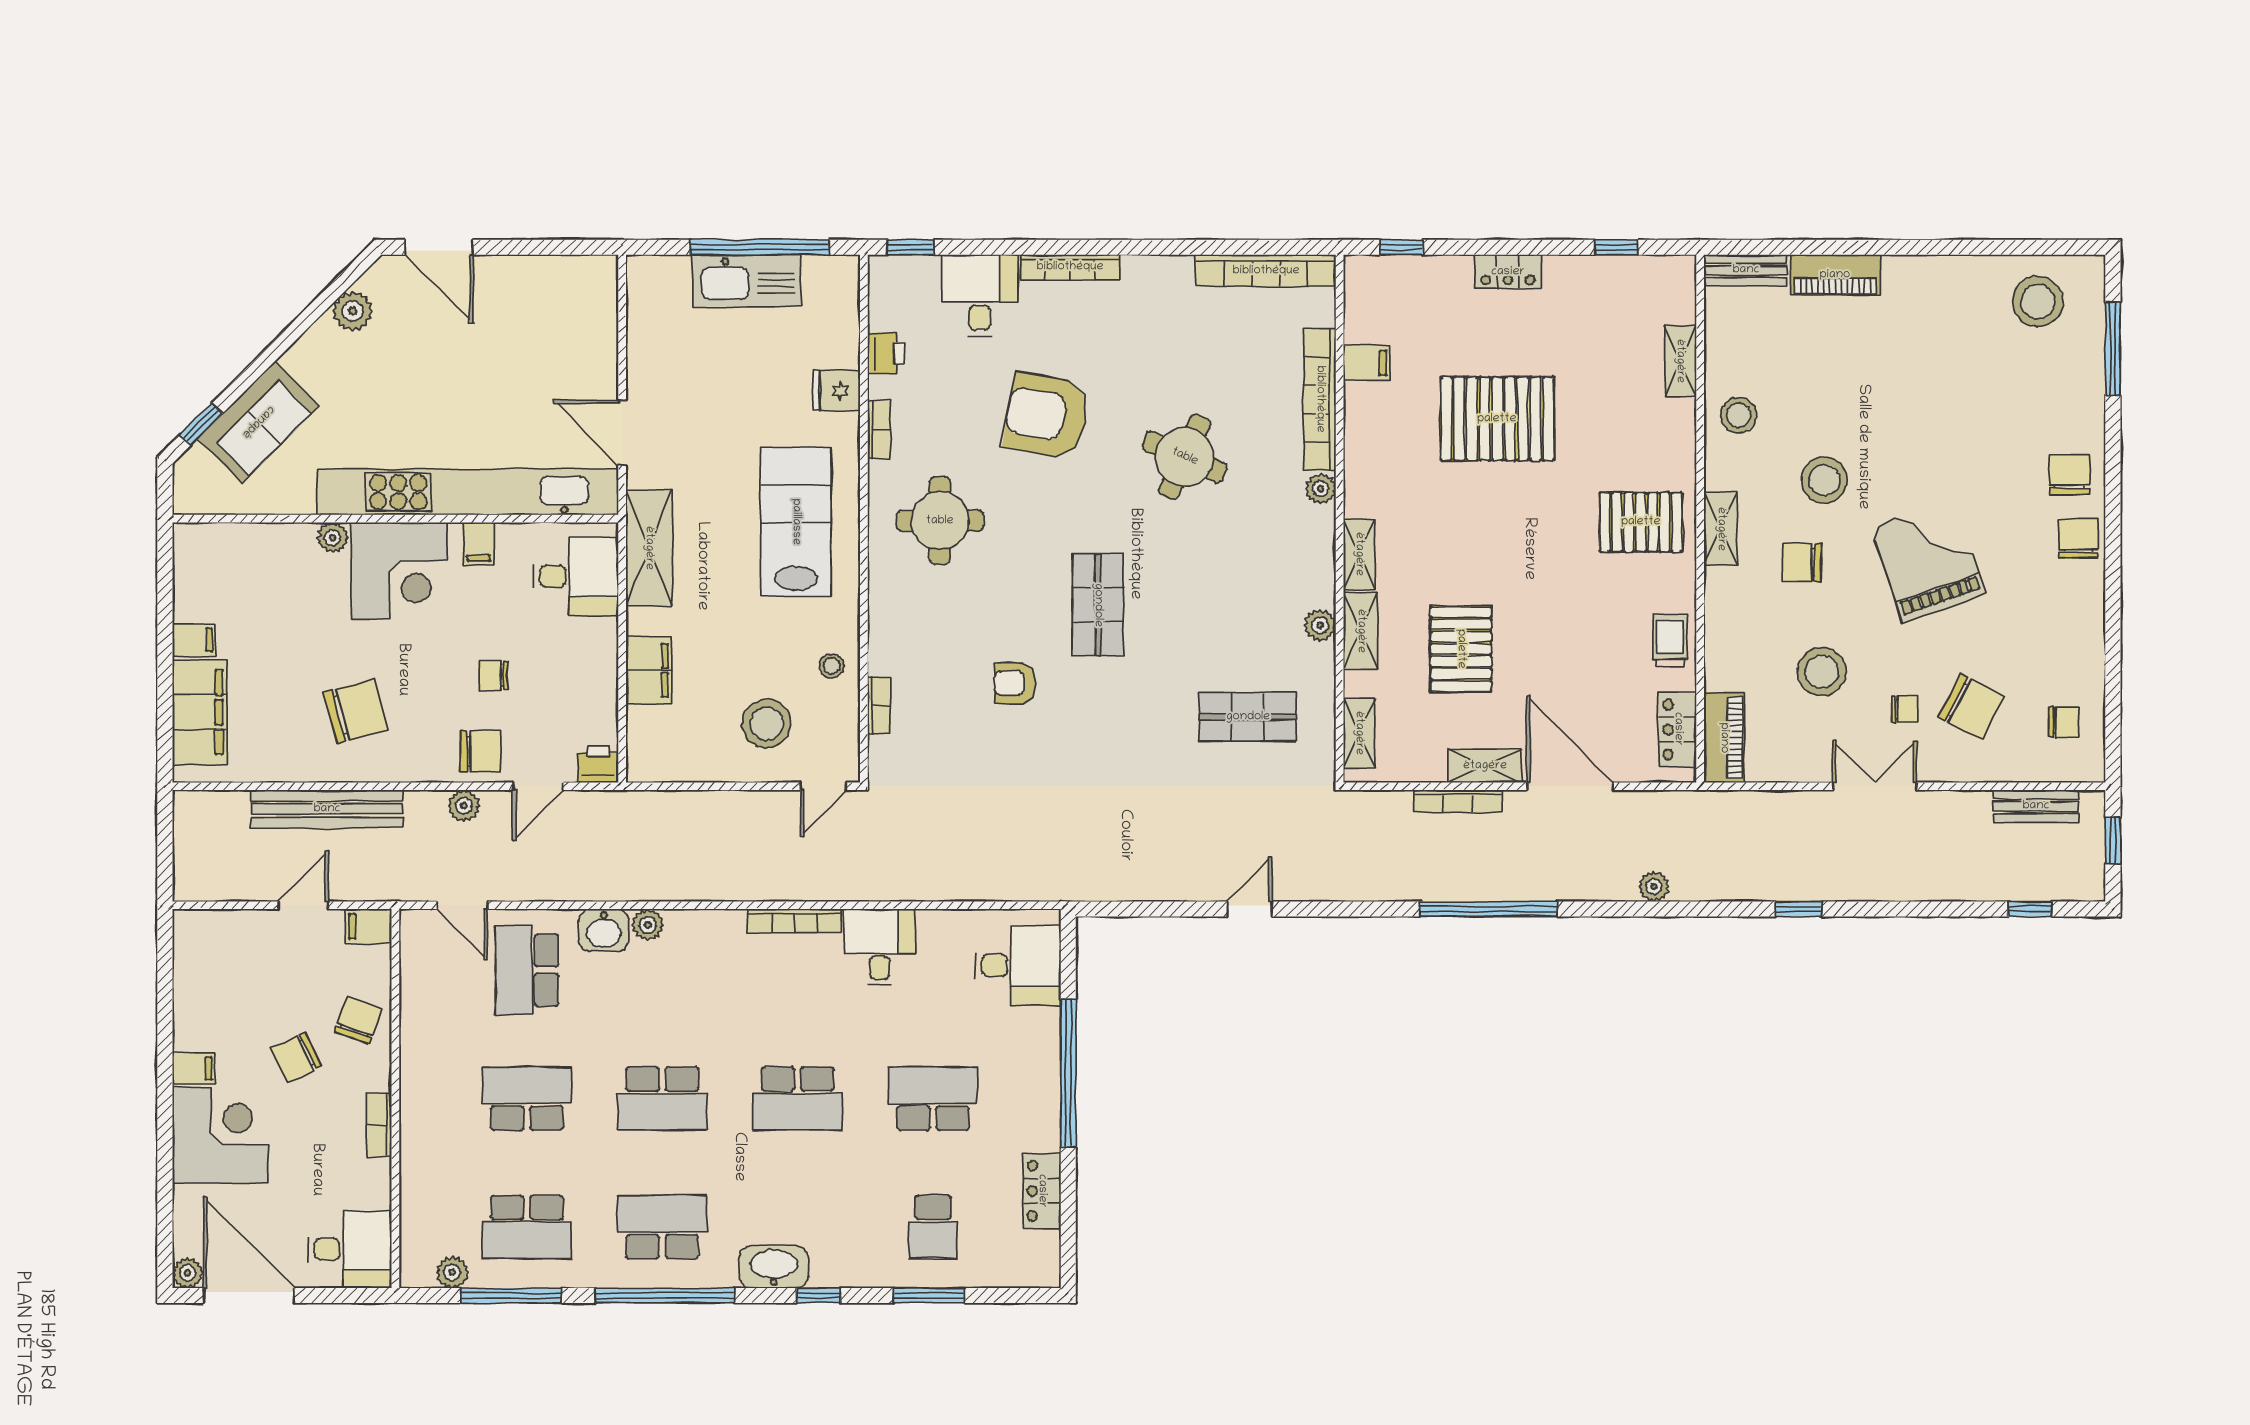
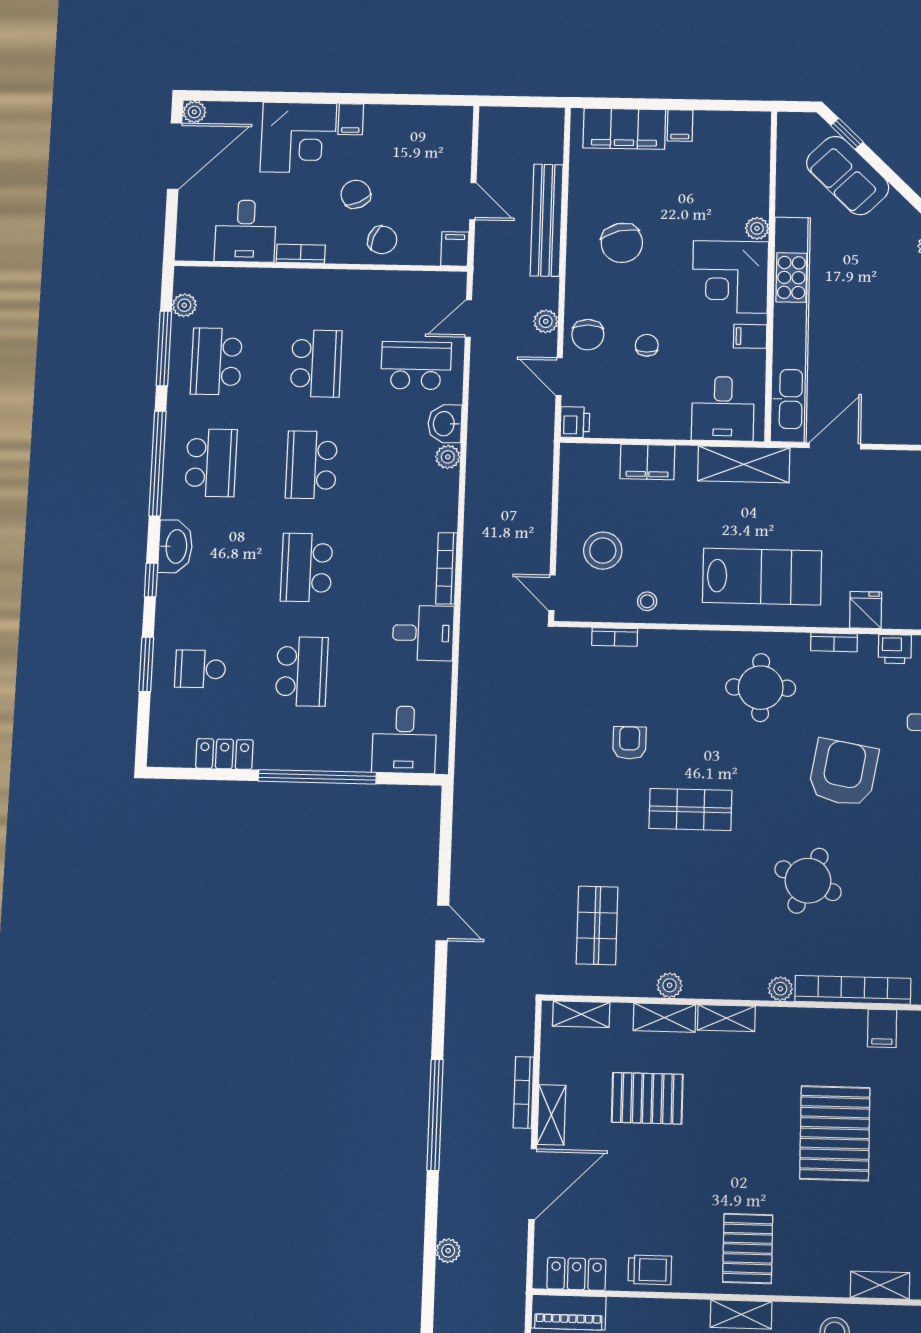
desk: (350, 1249) -> (245, 231), moved

